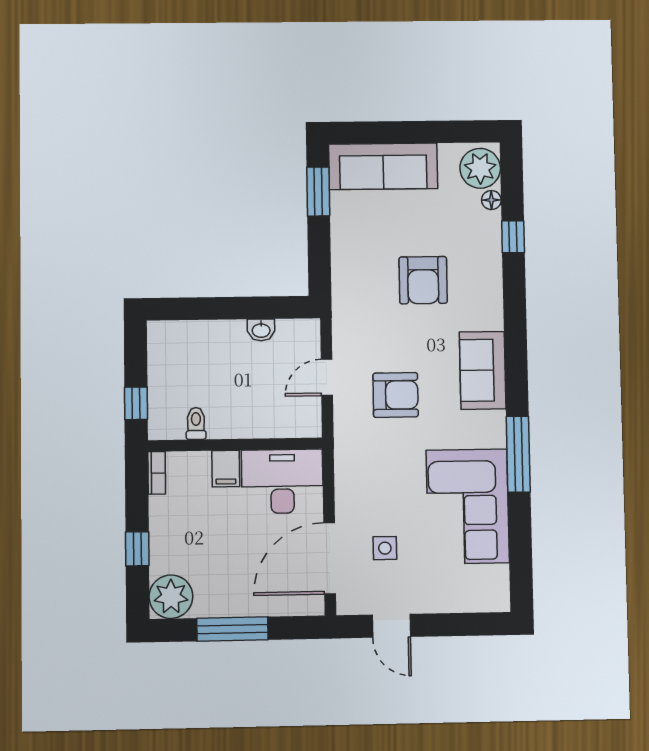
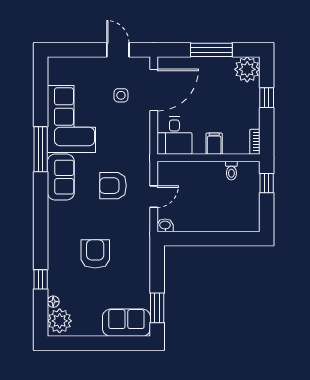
sofa: (383, 166) -> (126, 323), width x0.73
washbasin: (261, 330) -> (165, 225), moved
sofa: (483, 370) -> (61, 177), moved
desk: (282, 481) -> (174, 136), width x0.73

